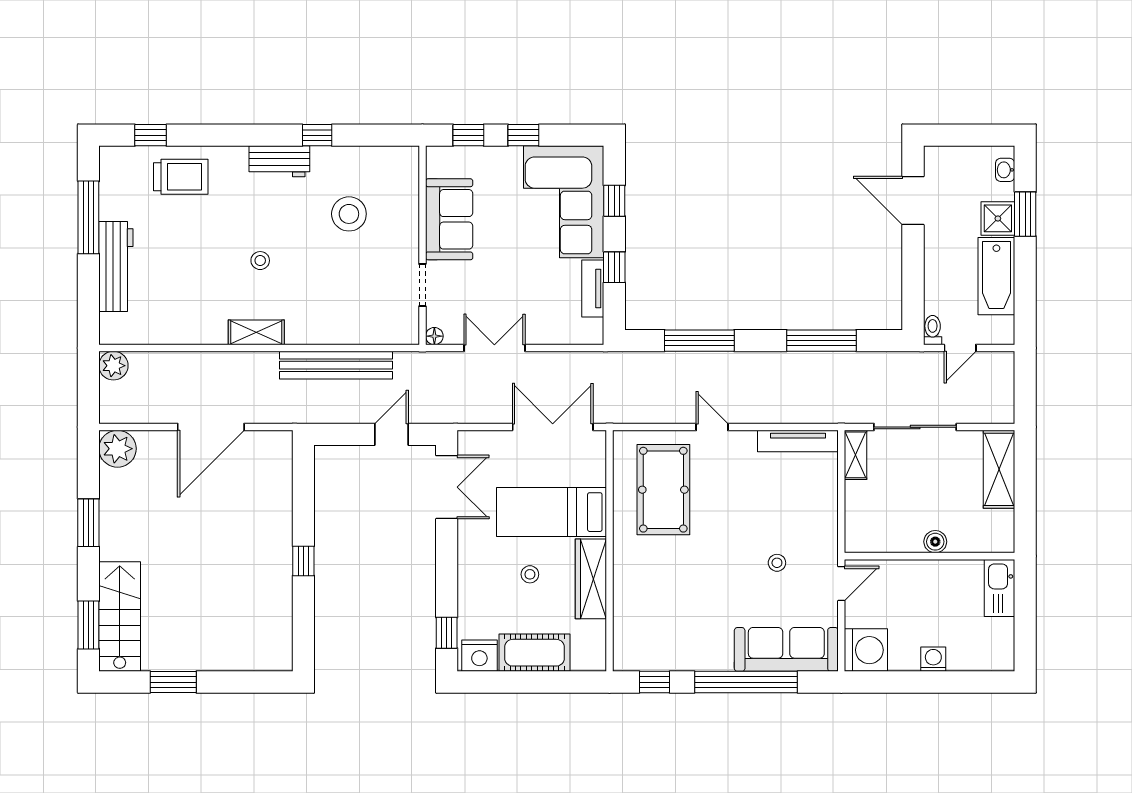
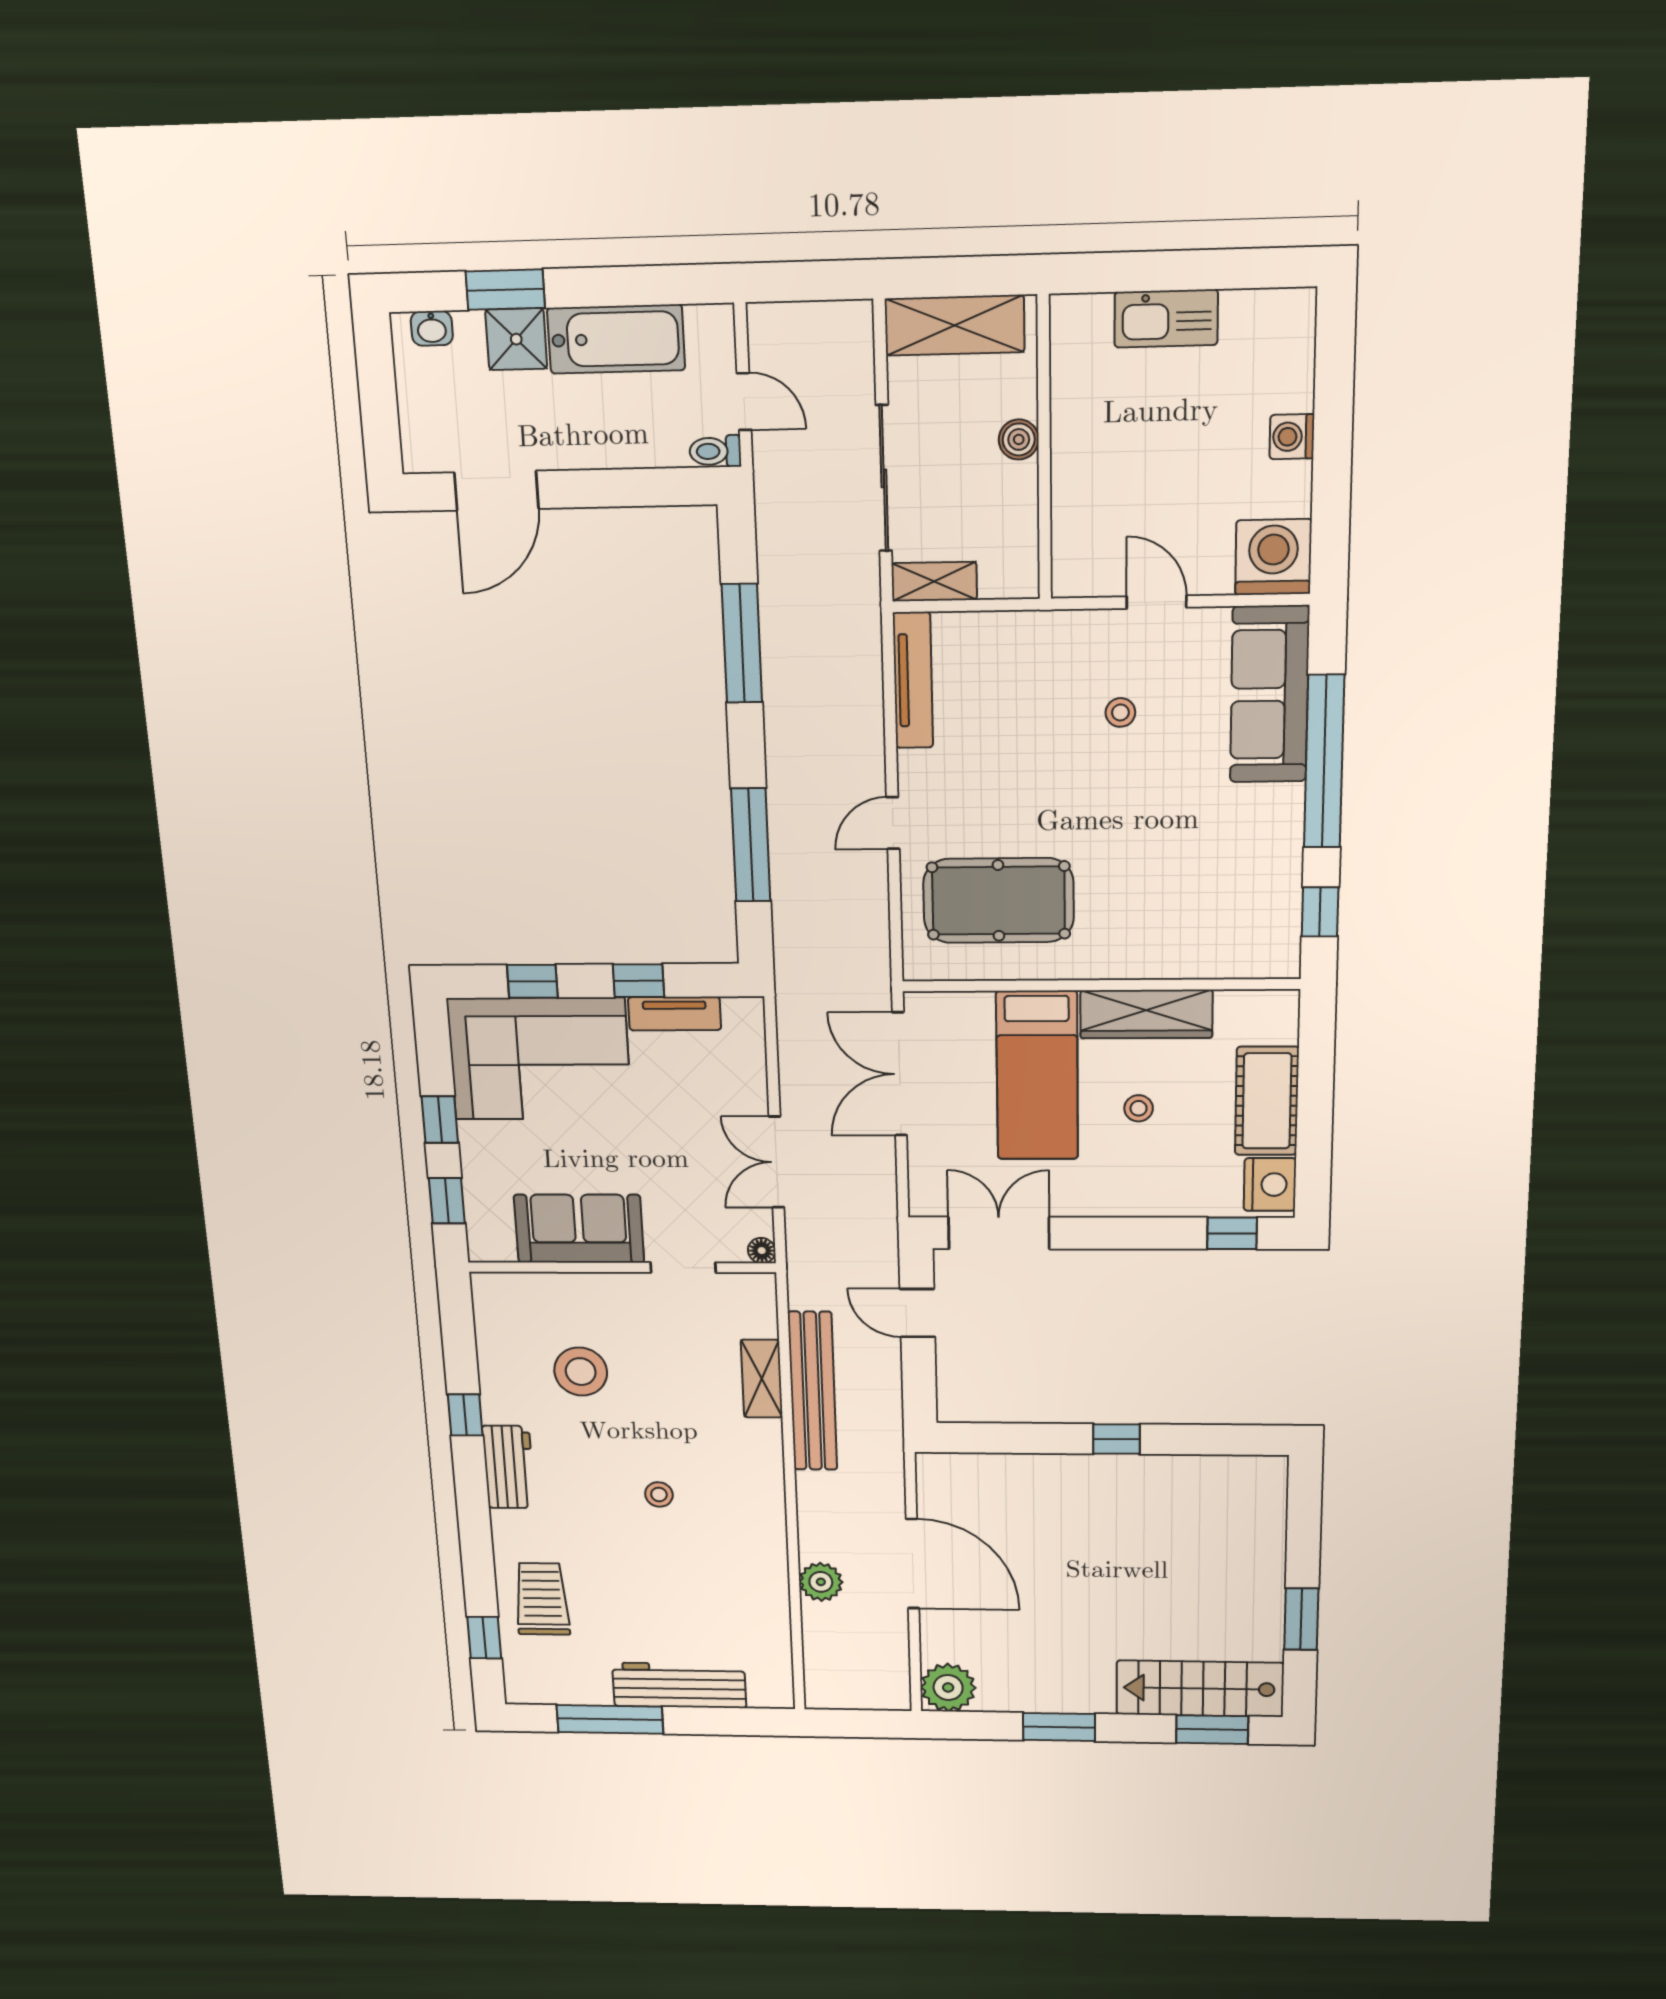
shelving: (256, 332) -> (762, 1379), moved
plant: (113, 366) -> (821, 1582), moved
boiler: (935, 542) -> (1019, 439), moved
wall: (930, 556) -> (1044, 449), moved

